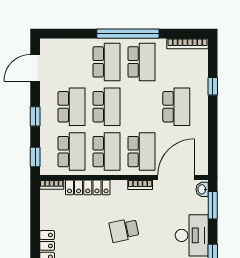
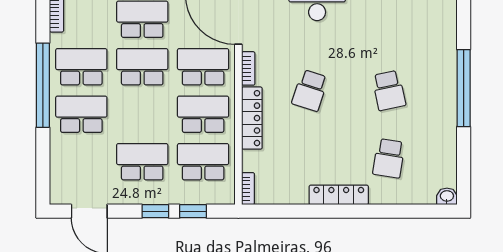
school desk: (106, 107) -> (142, 67), moved
window: (35, 157) -> (193, 211), moved
locker: (88, 187) -> (252, 118), moved
school desk: (124, 230) -> (310, 90), turned 30

